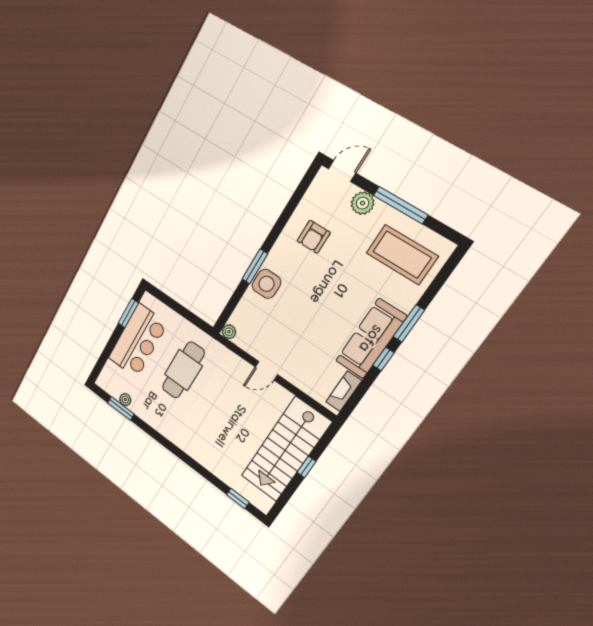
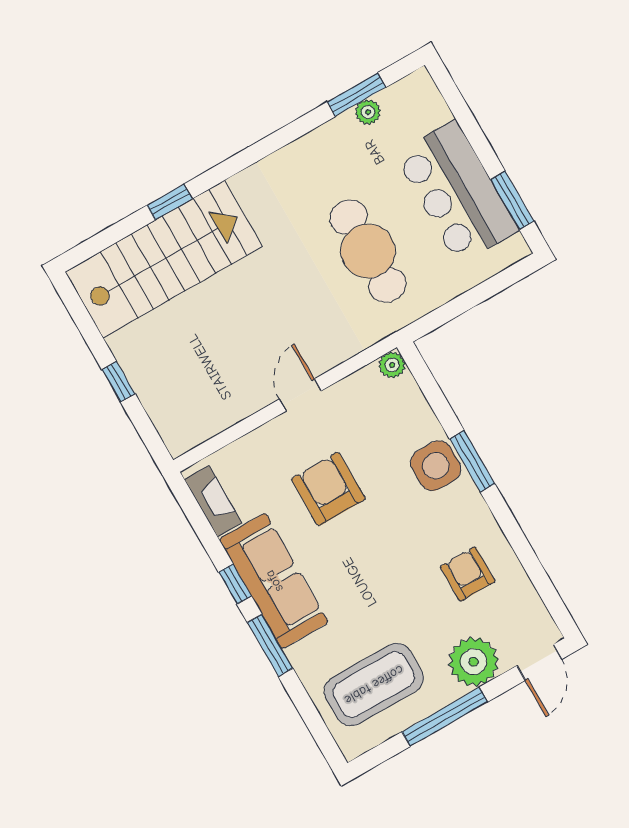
plant: (363, 203) -> (474, 662), width x1.36, depth x1.36
armchair: (306, 333) -> (328, 489), added
stairs: (286, 449) -> (164, 259), moved, turned 90
window: (238, 498) -> (170, 202), moved

